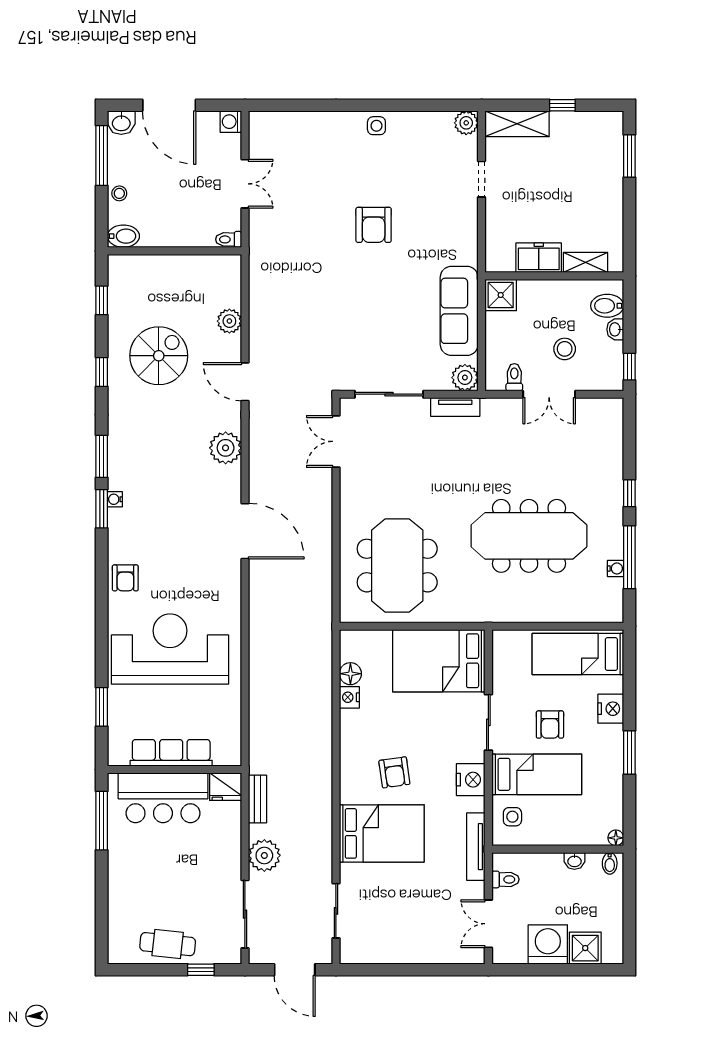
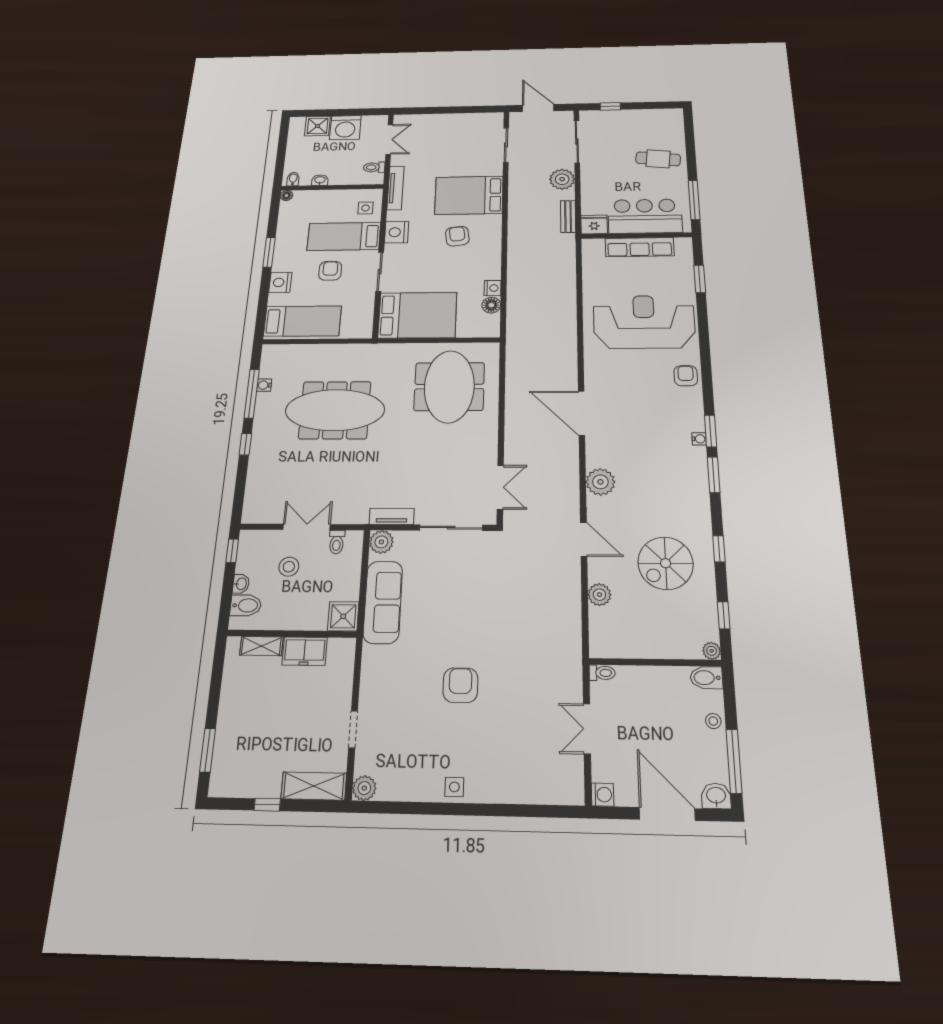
plant: (116, 263) -> (712, 651), added
reception desk: (170, 649) -> (644, 322), turned 180
cafe table: (168, 944) -> (658, 159), moved

